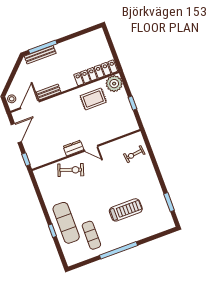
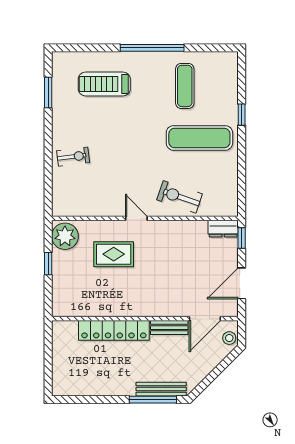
locker: (96, 73) -> (114, 330), moved
plant: (114, 84) -> (65, 236), moved
rug: (93, 99) -> (114, 254), moved
dresser: (73, 148) -> (223, 229), moved
exercise bike: (134, 154) -> (73, 157), moved
treadmill: (126, 210) -> (104, 84), moved
exercise mat: (66, 223) -> (199, 138), moved, turned 90

